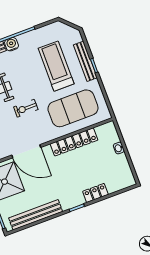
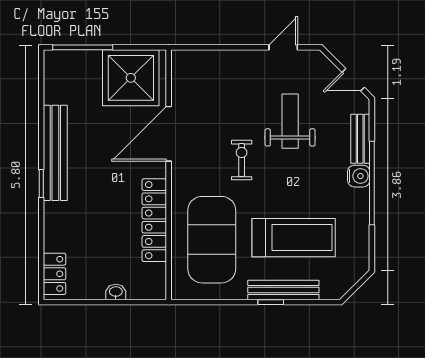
locker: (95, 193) -> (55, 274), moved
bench: (36, 215) -> (55, 153), moved

